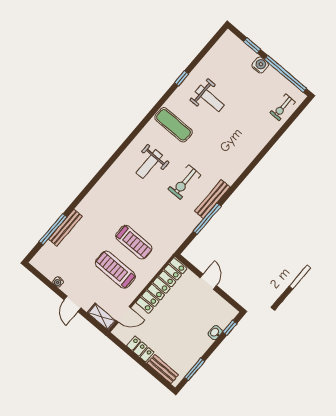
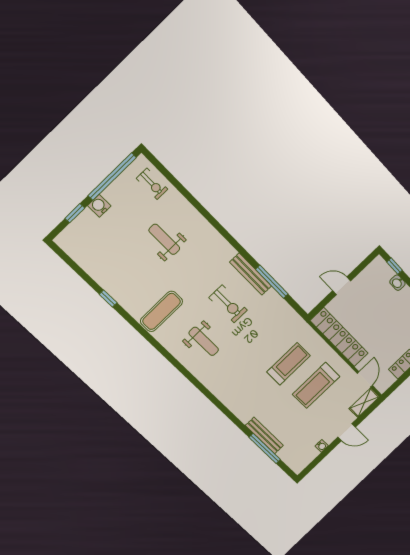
weight bench: (210, 98) -> (164, 239), moved, turned -90

